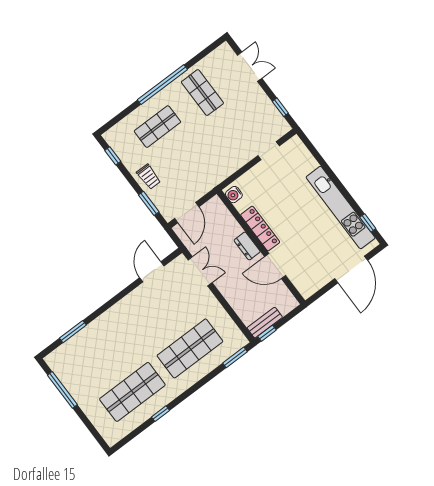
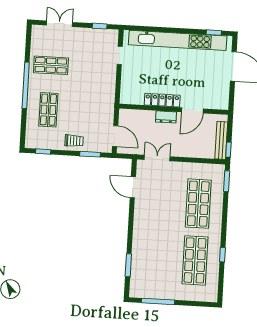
water cooler: (234, 195) -> (128, 99), removed
kitchen unit: (341, 208) -> (178, 40), width x1.36
bench: (265, 323) -> (221, 140), width x1.36

